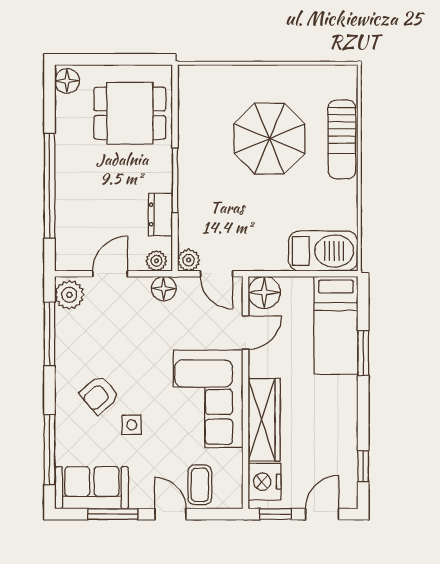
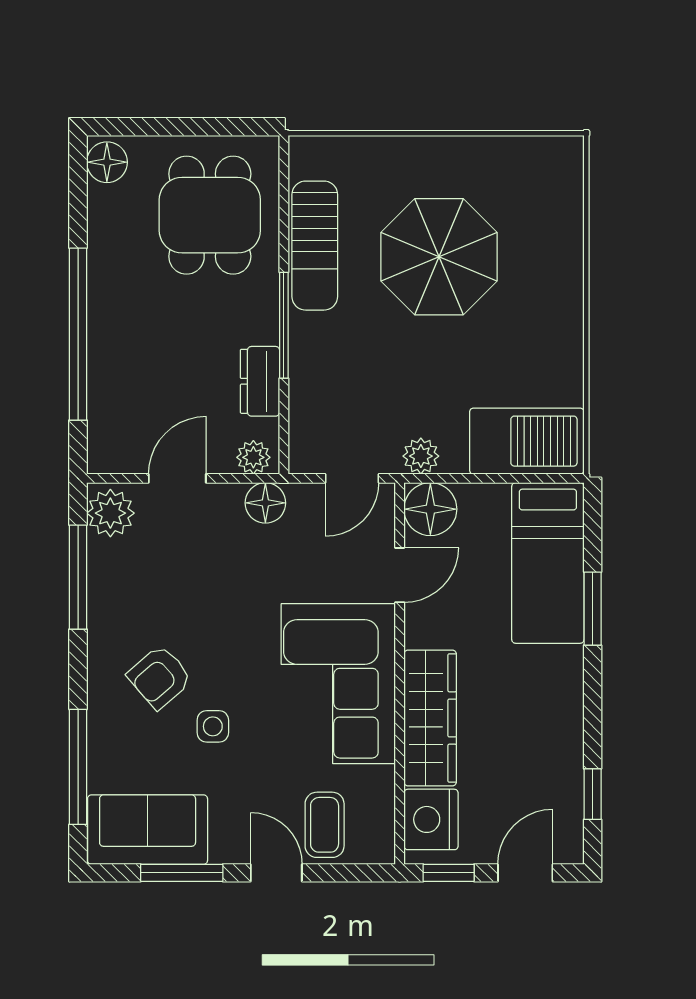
dining table: (130, 113) -> (210, 215), turned 90
sun lounger: (342, 140) -> (315, 246), moved
plant: (189, 260) -> (421, 456), moved
door: (216, 274) -> (352, 478), hinge flipped

